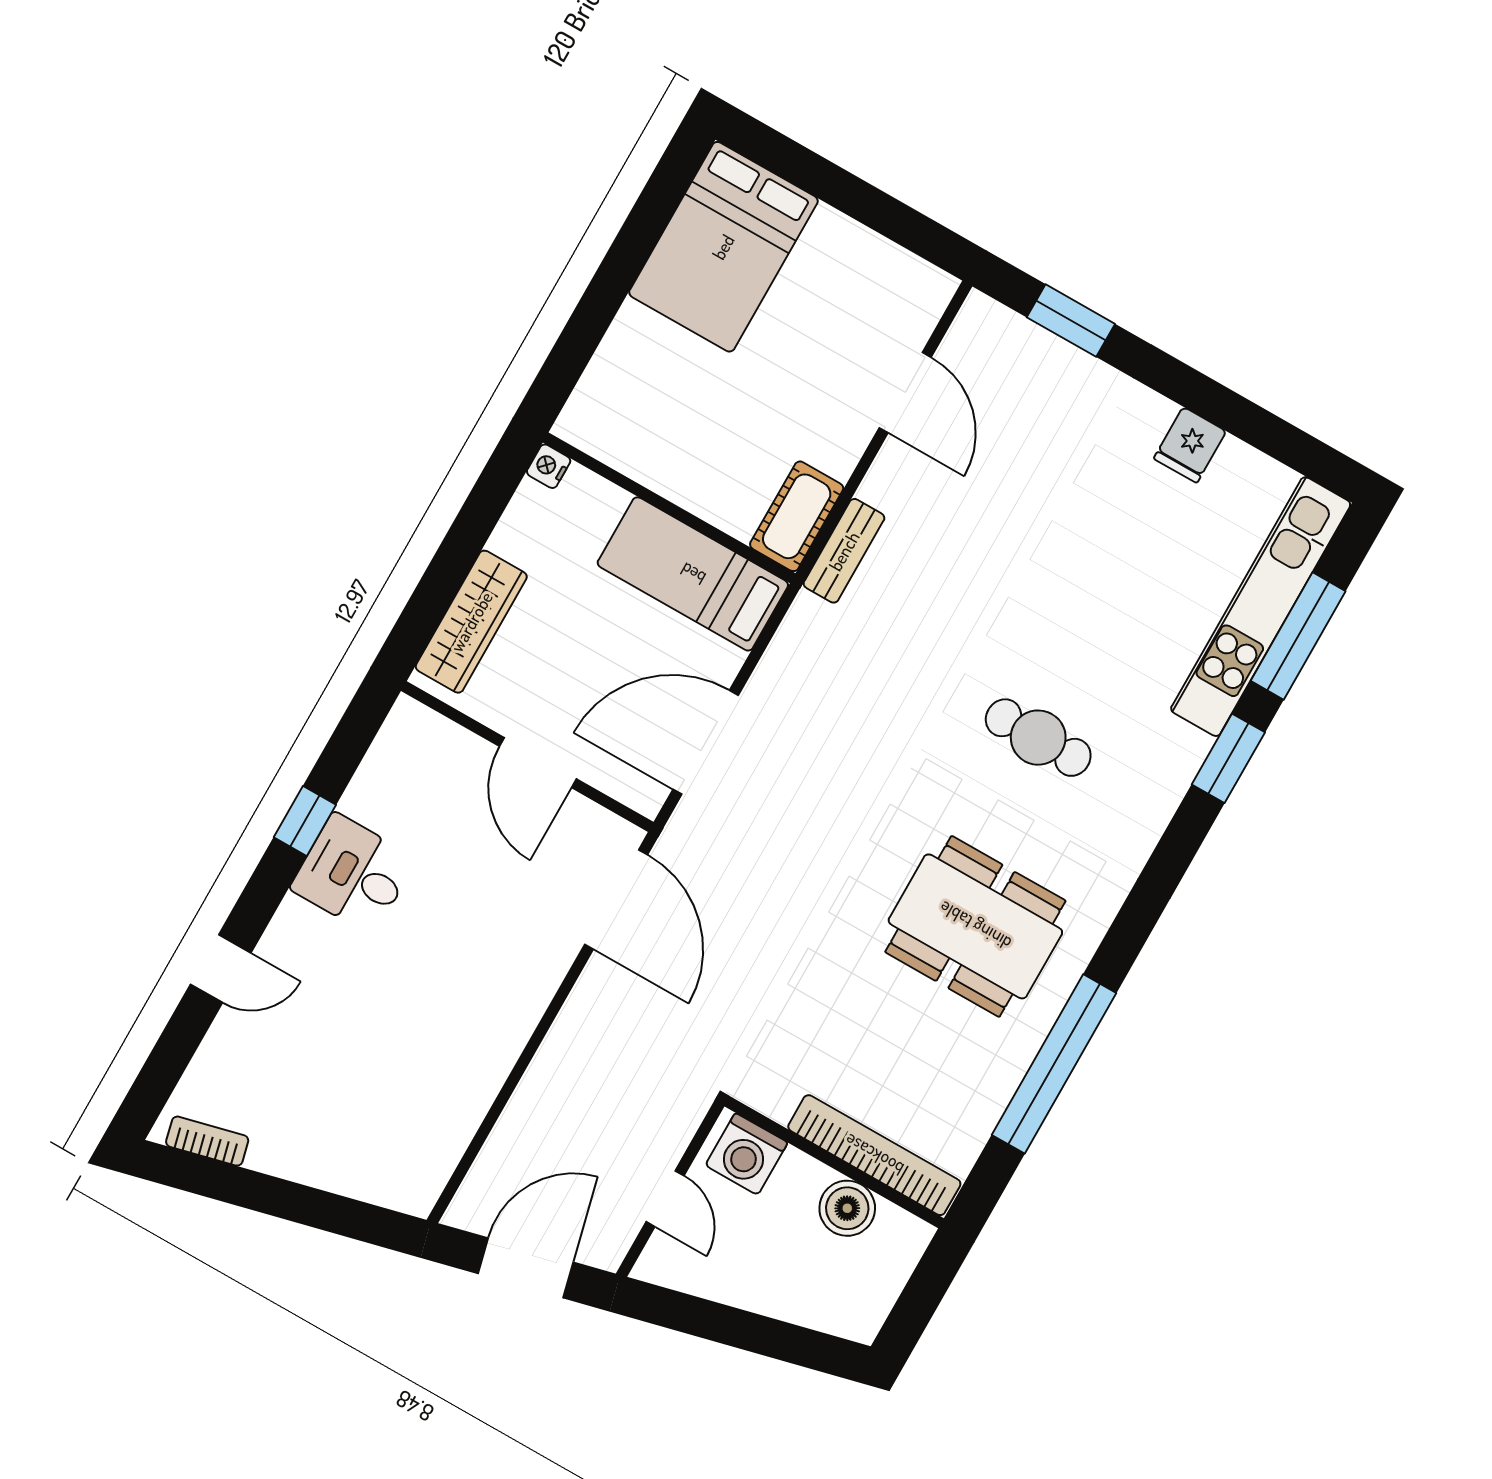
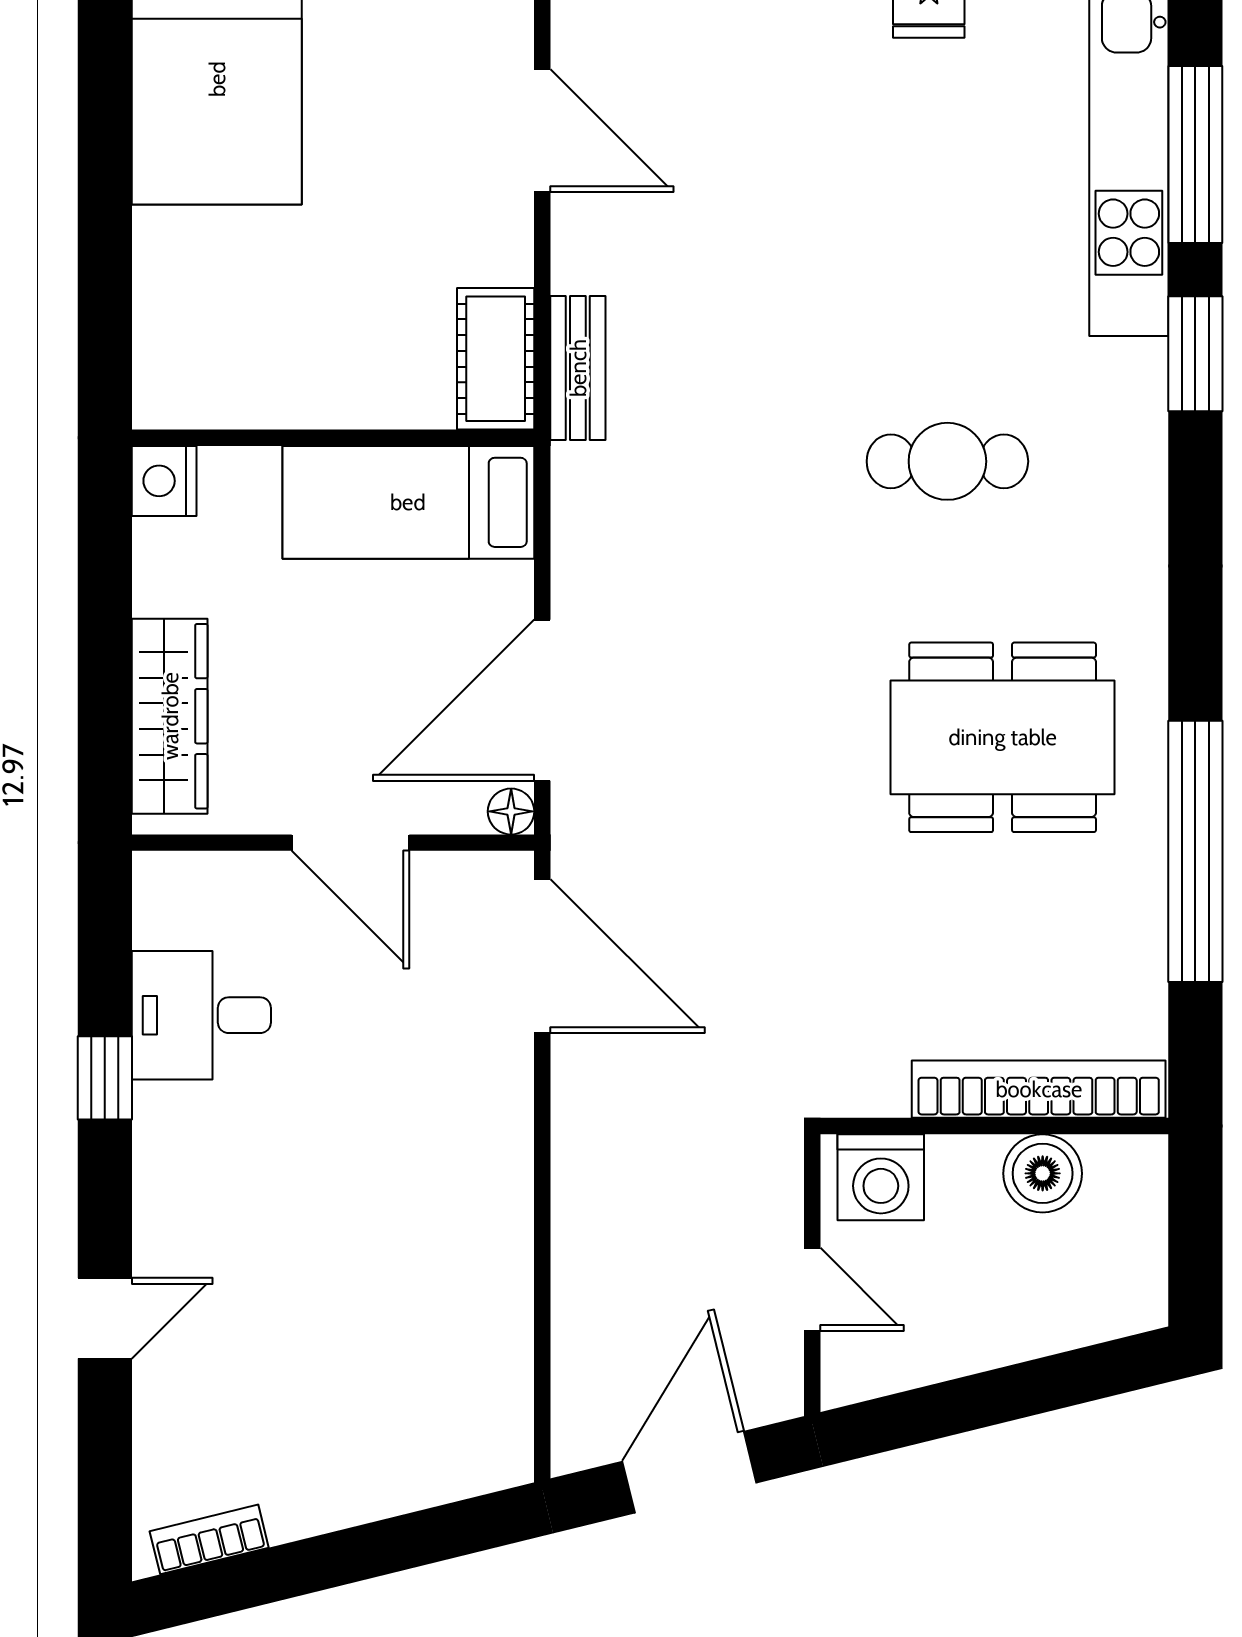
nightstand: (549, 466) -> (164, 481), width x1.39, depth x1.35
floor lamp: (648, 800) -> (511, 811), added
desk: (353, 874) -> (201, 1015), moved

